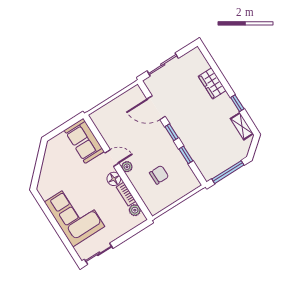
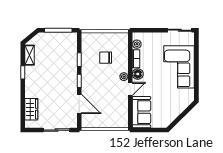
wardrobe: (212, 83) -> (31, 109), moved
door: (112, 158) -> (130, 89), swing flipped

